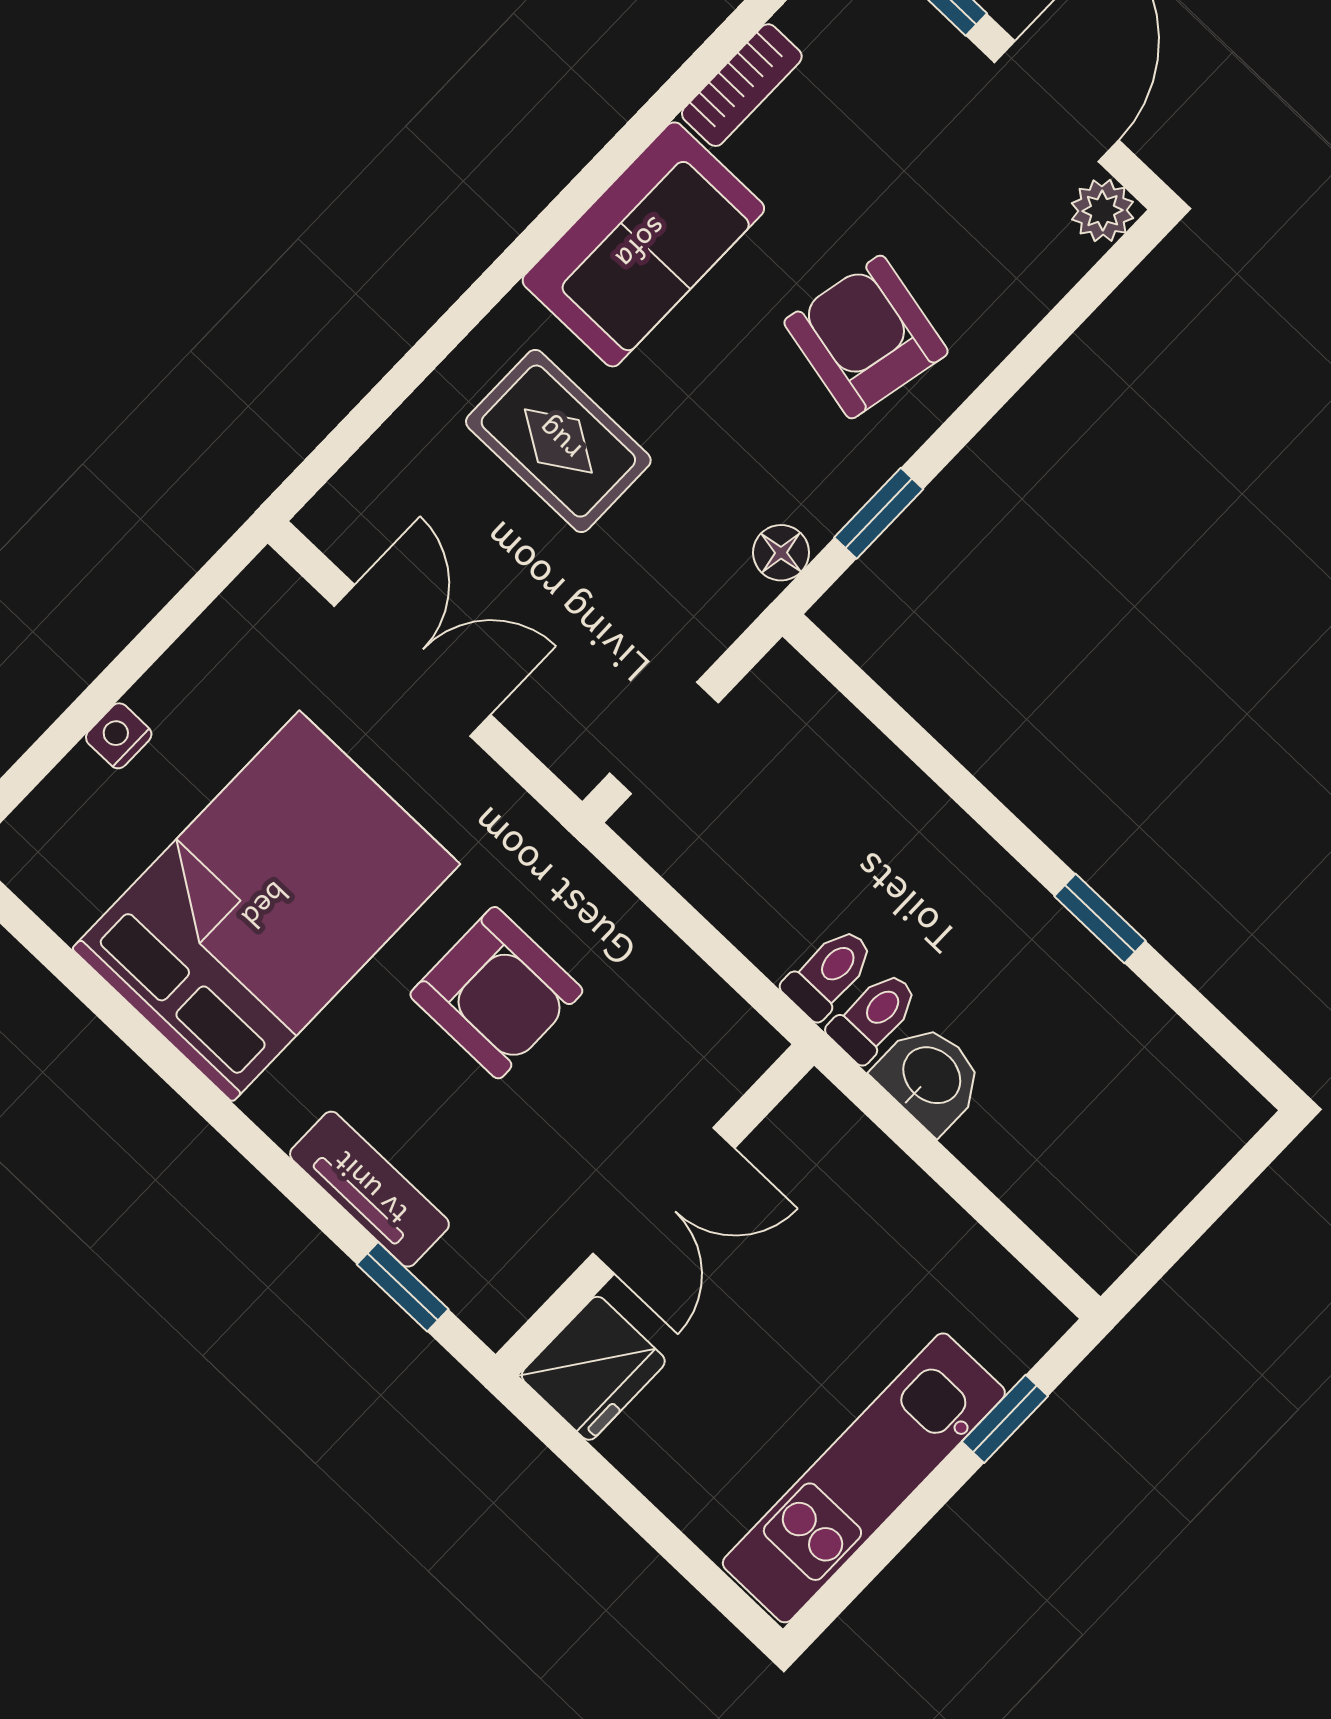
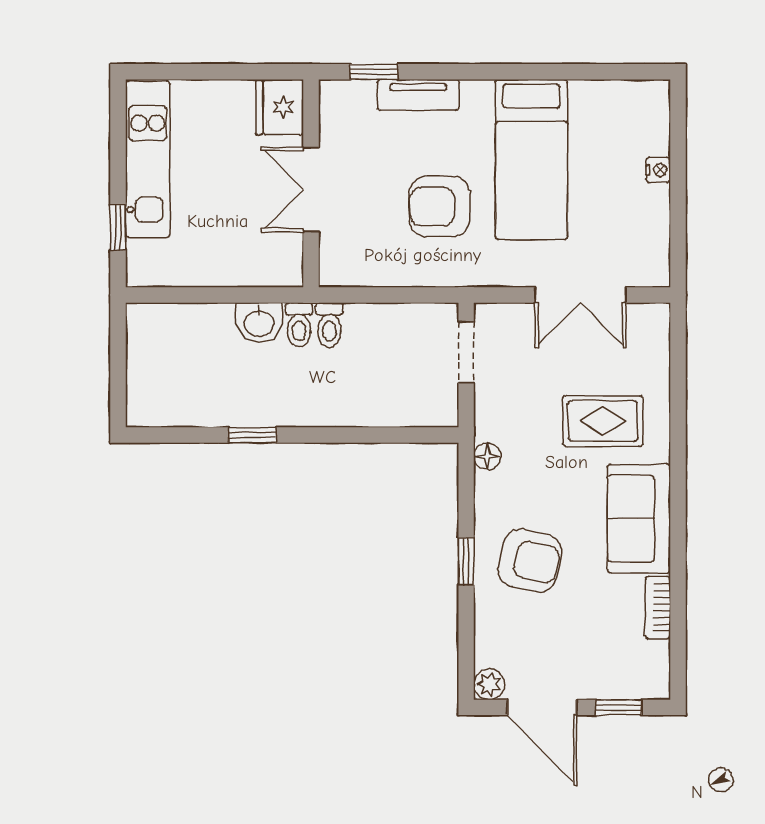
window: (879, 513) -> (466, 561), moved
bed: (266, 906) -> (531, 159), width x0.67

